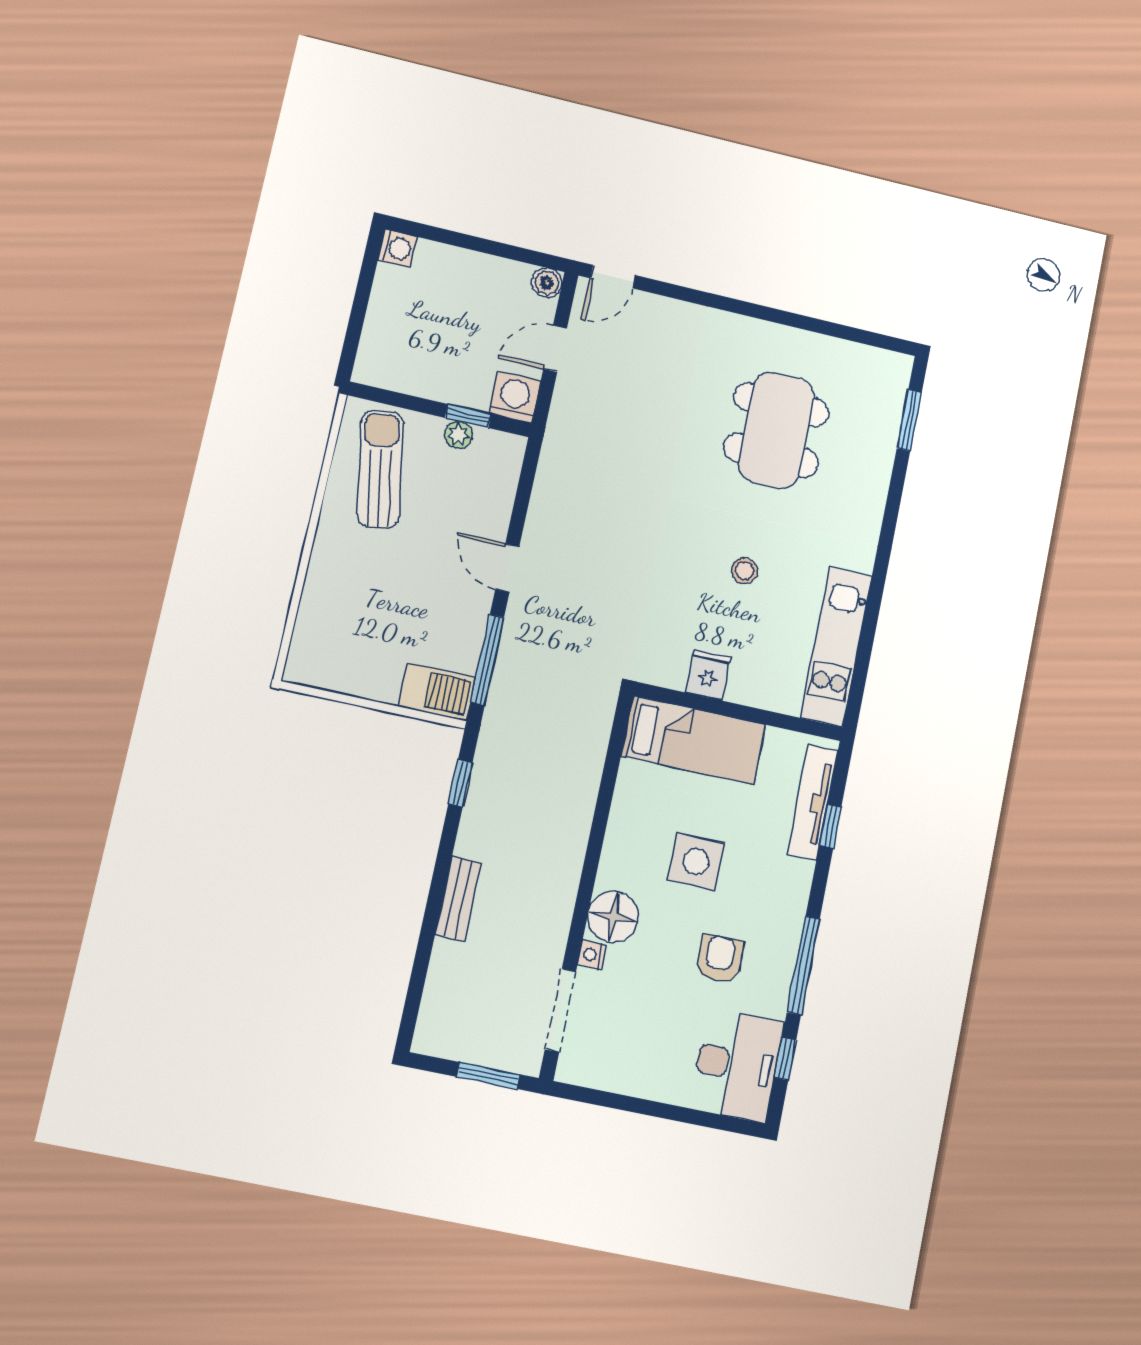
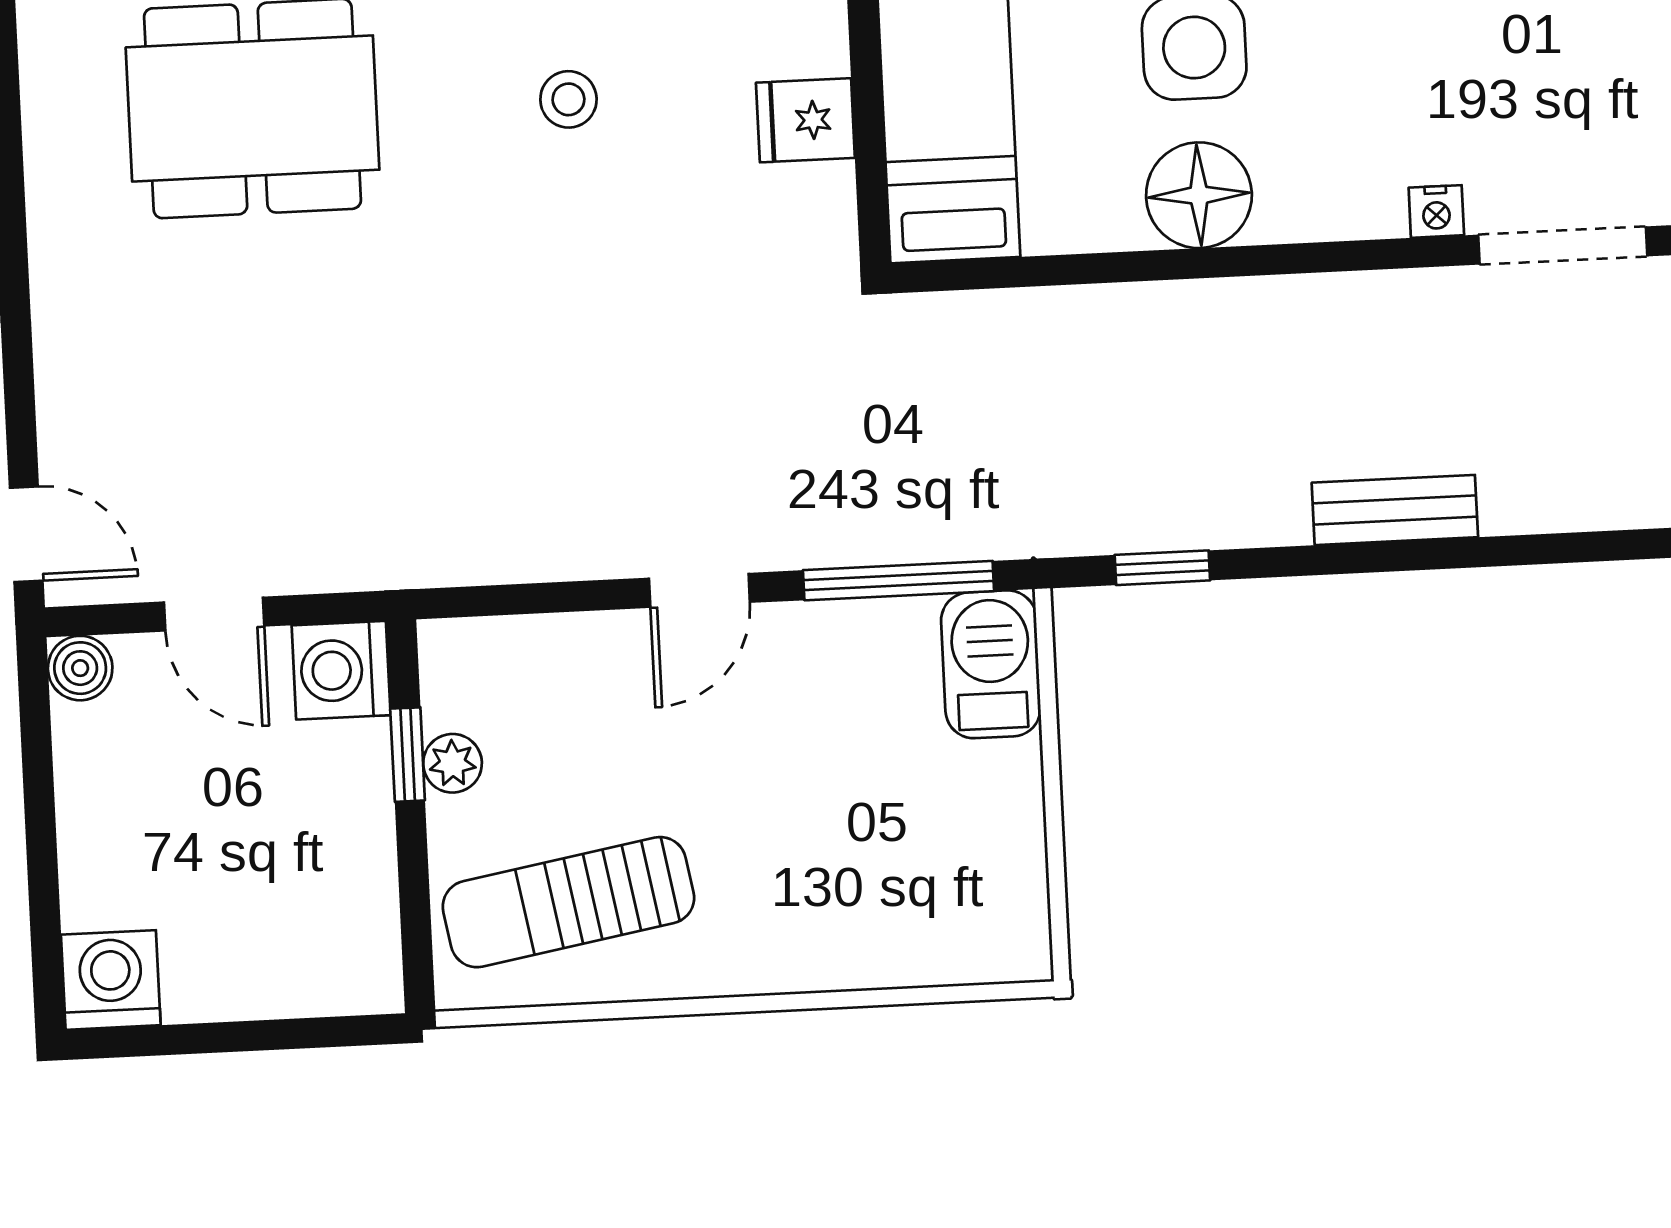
washing machine: (397, 248) -> (111, 980), width x1.38, depth x1.38
floor lamp: (613, 917) -> (1199, 195), moved

